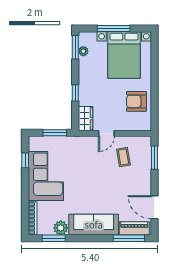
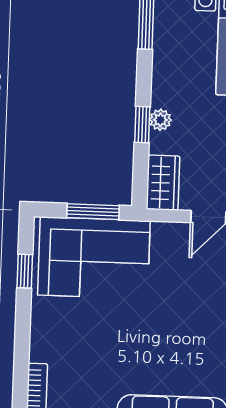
plant: (83, 51) -> (160, 120), moved
corner sofa: (46, 176) -> (94, 258), moved, turned 90

